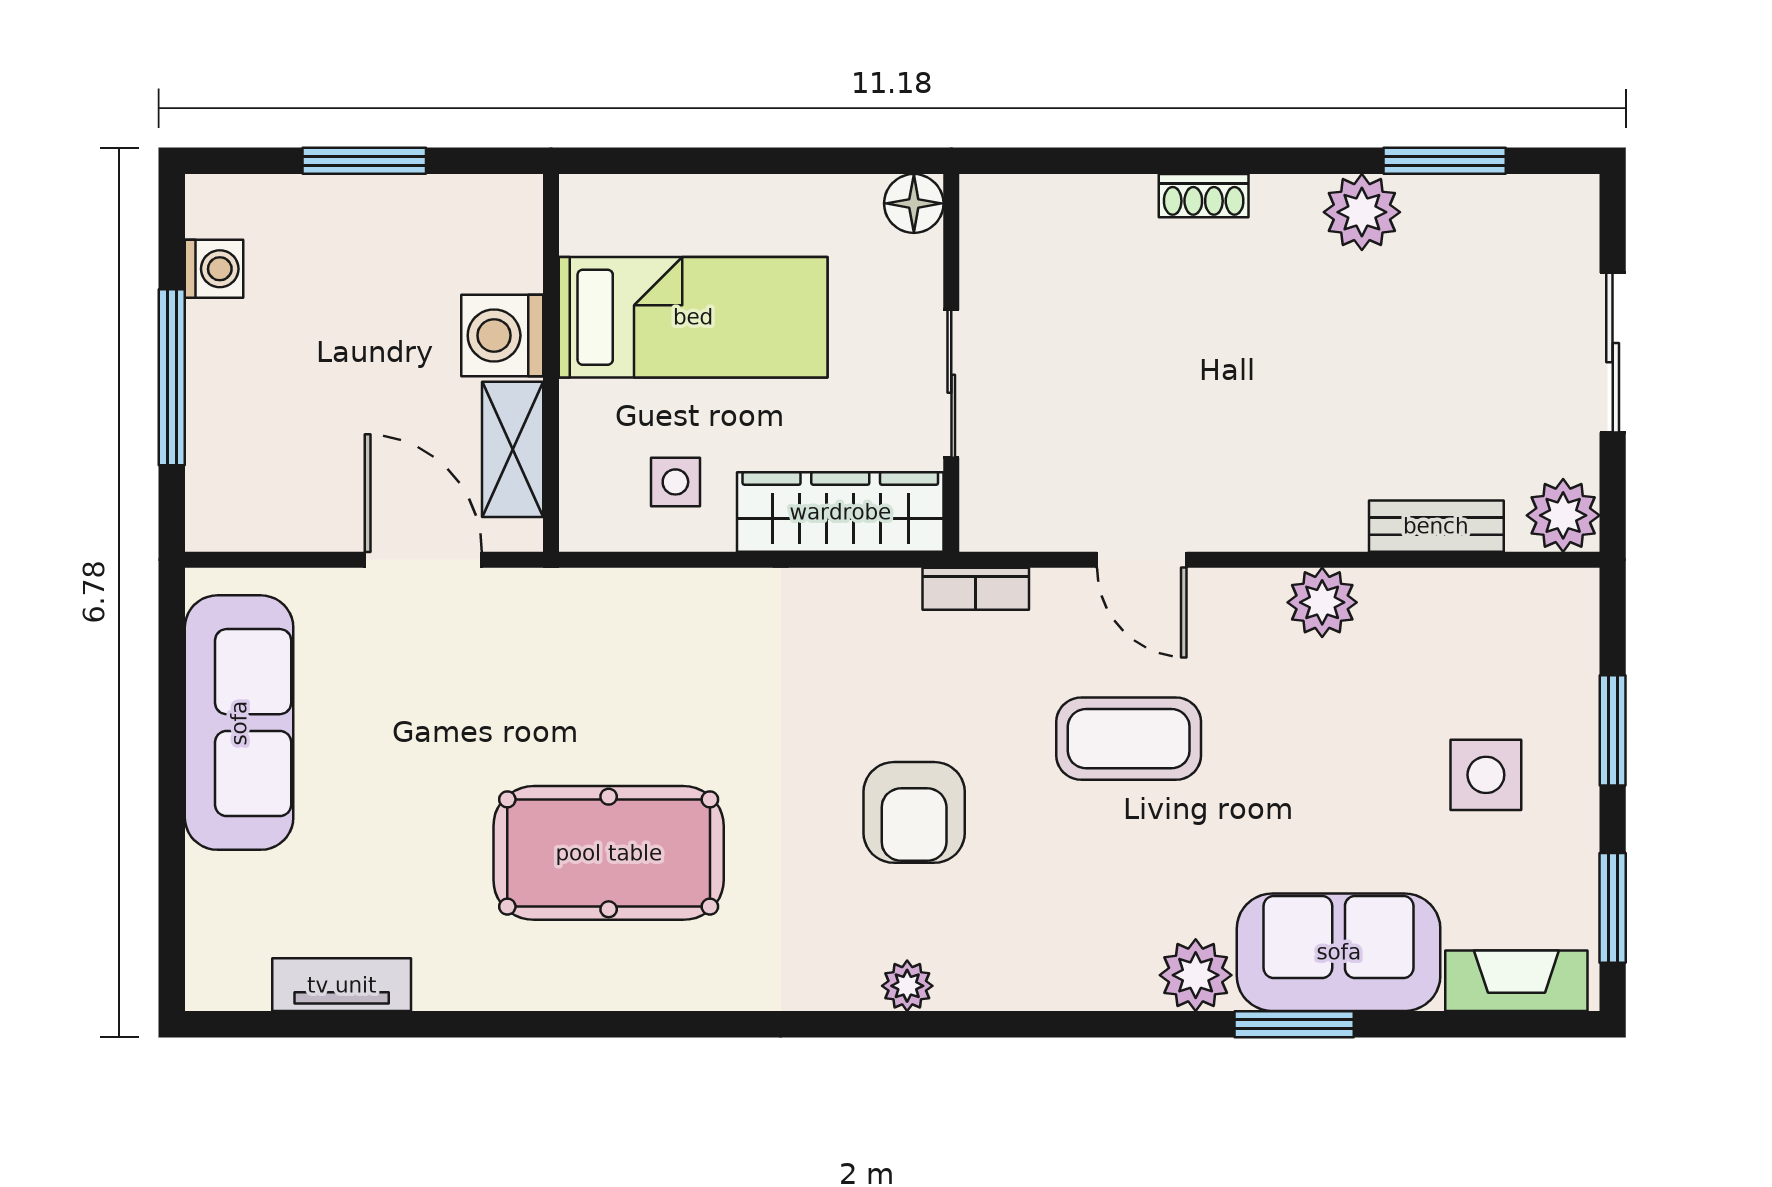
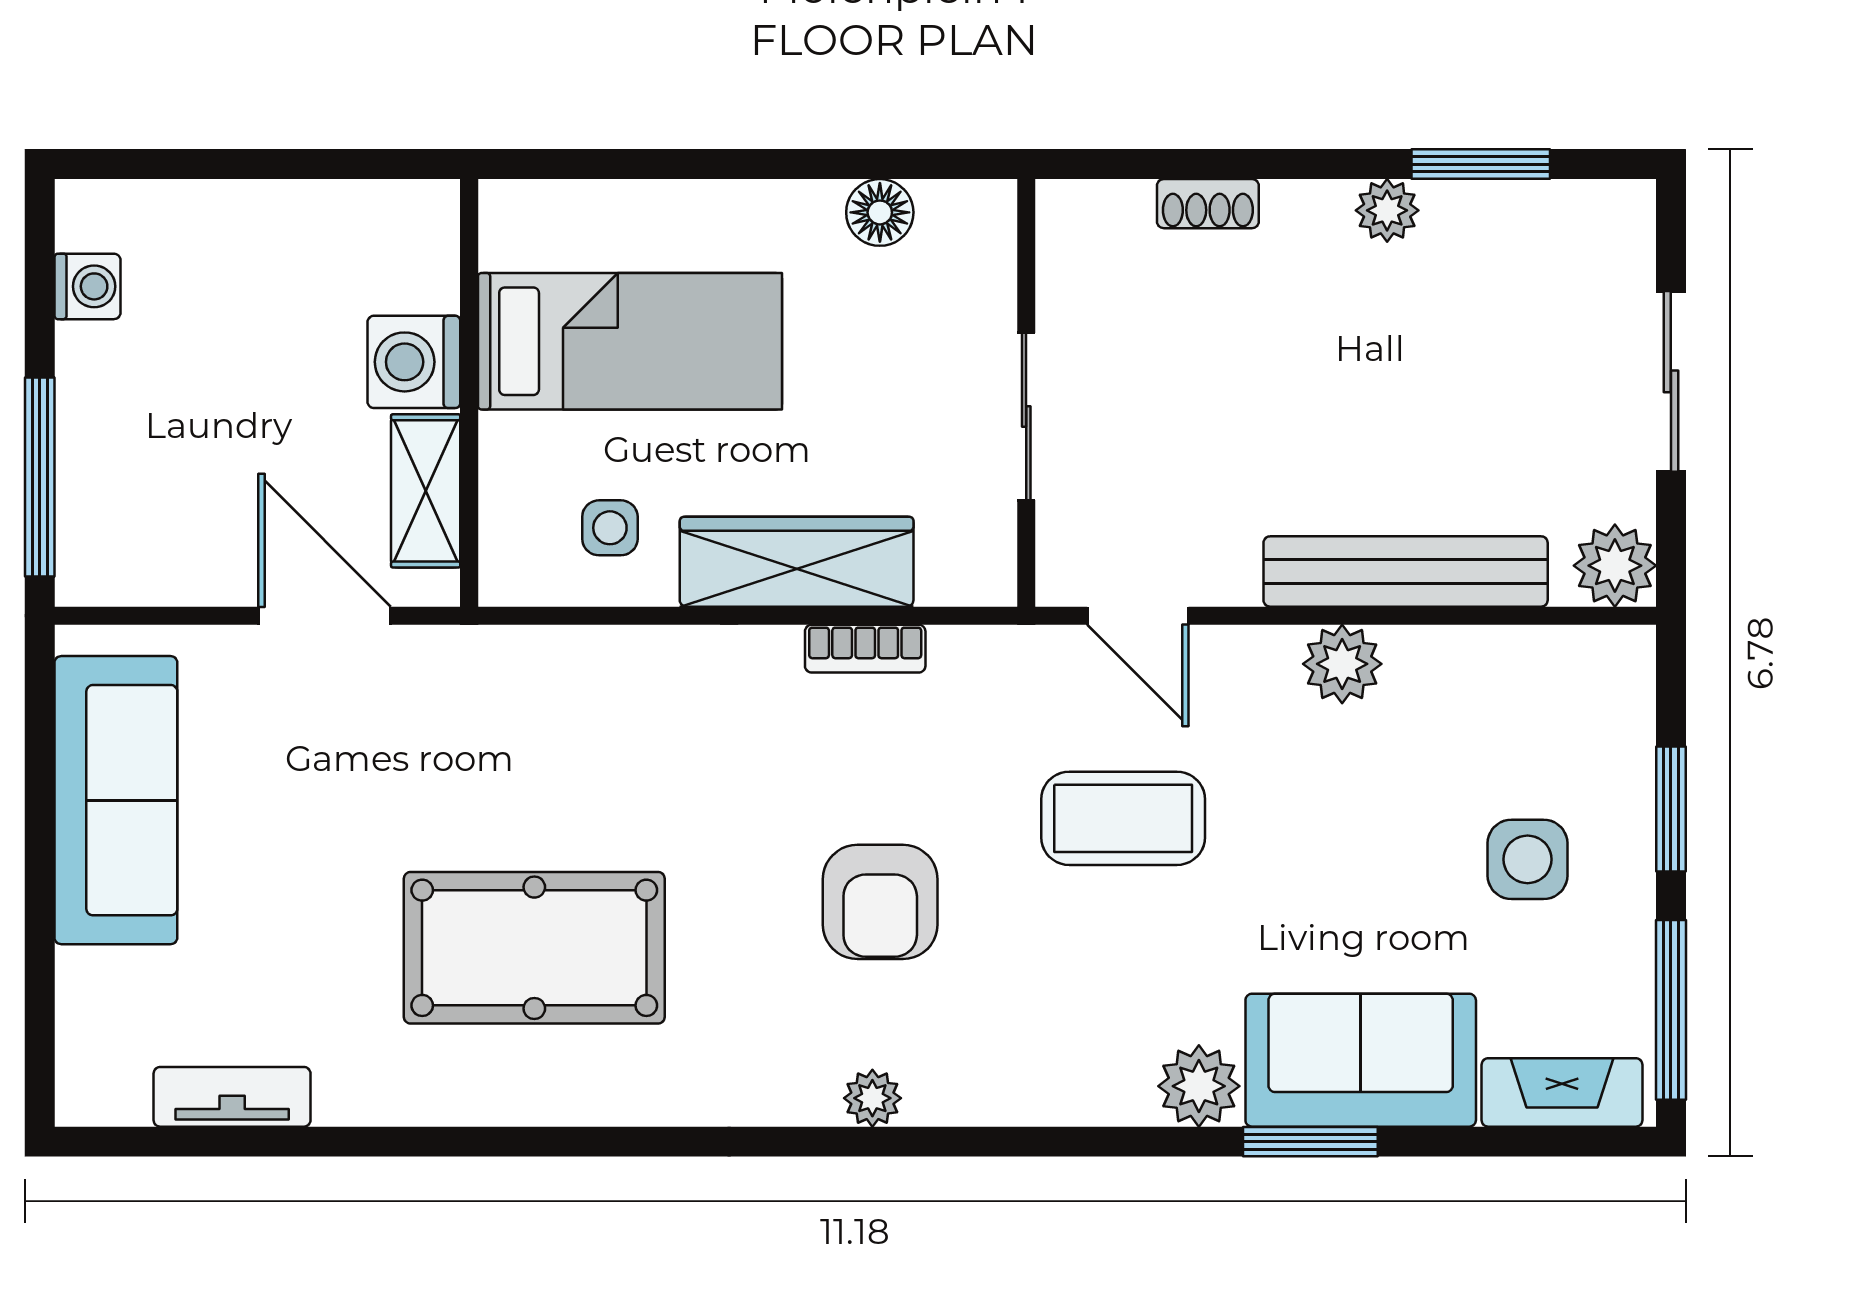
window: (364, 161) -> (258, 164), removed
plant: (1362, 212) -> (1387, 210), width x0.73, depth x0.73
wall: (951, 363) -> (1026, 393), moved
window: (172, 377) -> (40, 477), moved
sliding door: (951, 384) -> (1026, 417), moved
bench: (1436, 526) -> (1406, 571), width x1.86, depth x1.21
bookcase: (976, 589) -> (865, 649), moved
window: (1613, 908) -> (1671, 1010), width x1.44

